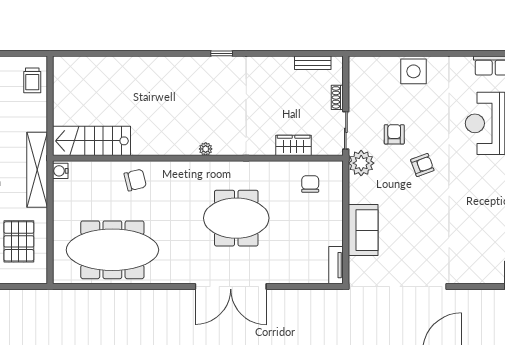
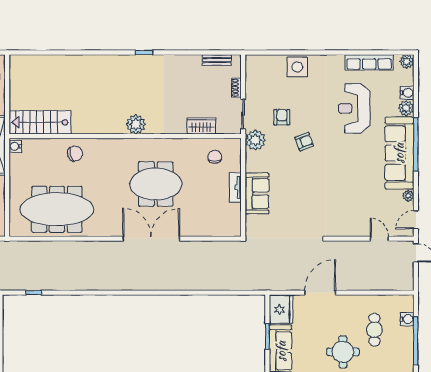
plant: (206, 149) -> (136, 124), width x1.88, depth x1.88
tv unit: (336, 265) -> (235, 187), moved
double door: (231, 287) -> (151, 239), swing flipped

